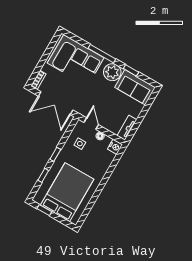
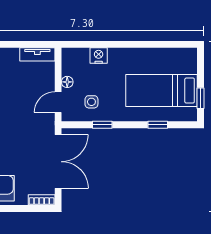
nightstand: (115, 147) -> (99, 56), moved
window: (55, 154) -> (102, 125), moved
bed: (67, 192) -> (161, 91), width x0.67

